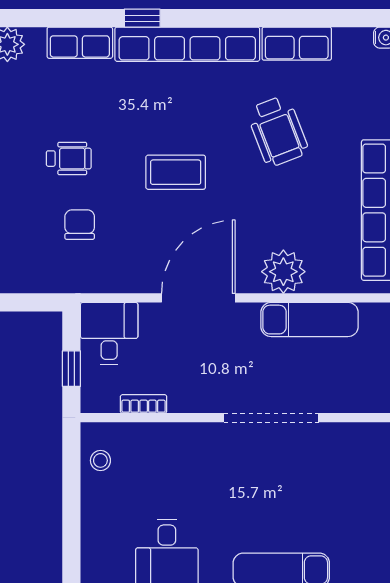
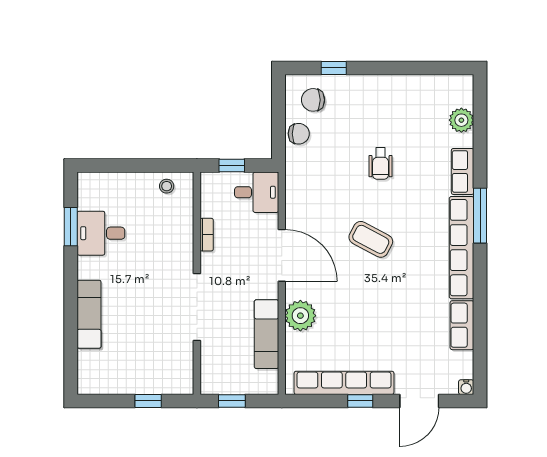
window: (142, 18) -> (480, 216), width x2.17
wheelchair: (278, 131) -> (400, 312), removed
coffee table: (176, 172) -> (371, 239), turned -62
chair: (80, 225) -> (299, 134), moved
bookcase: (144, 404) -> (207, 235), moved

